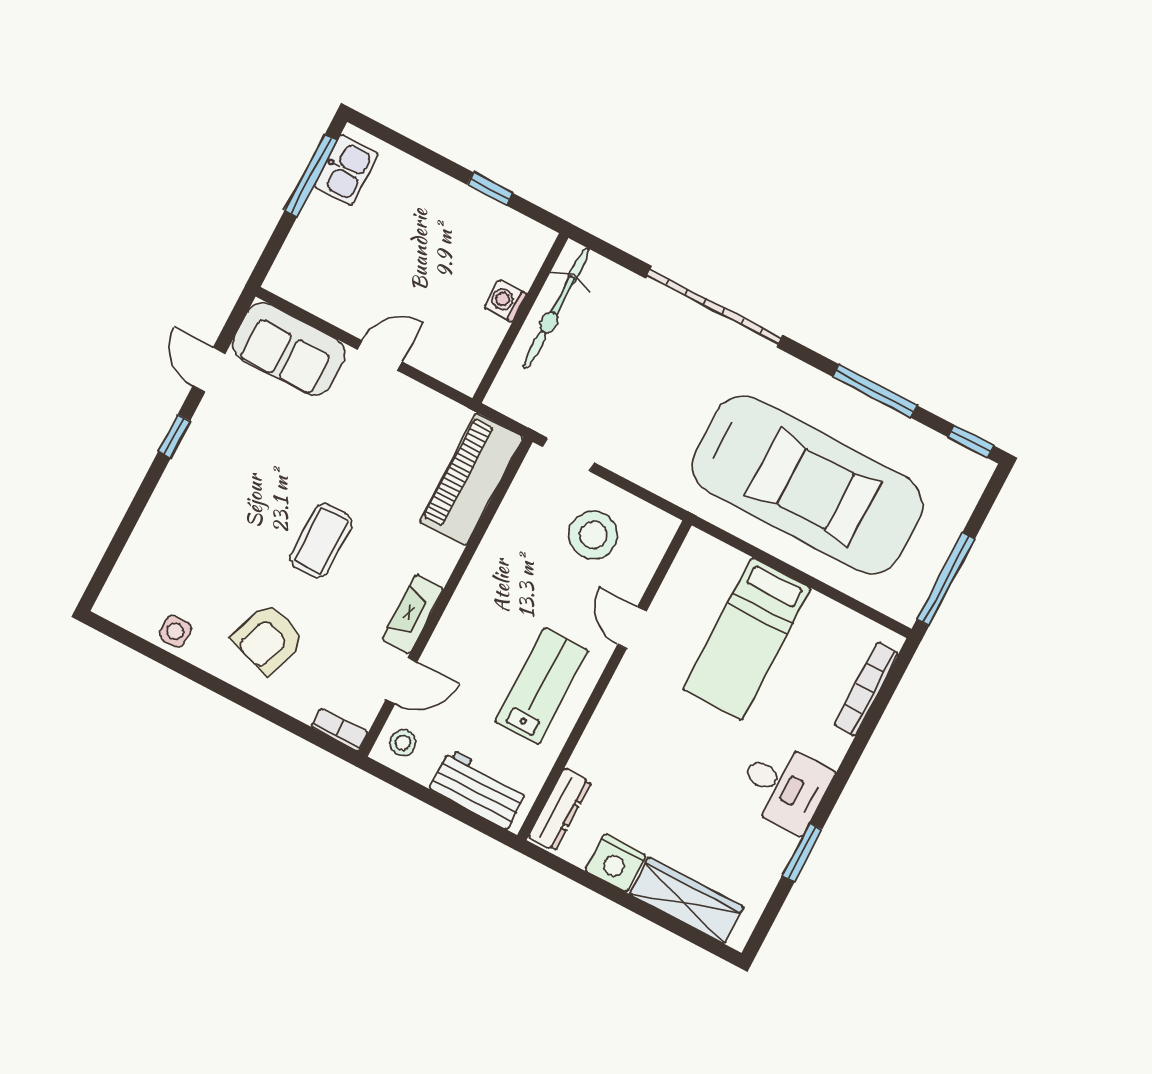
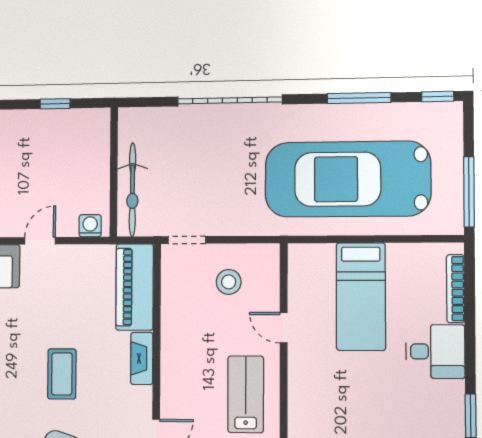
washing machine: (505, 301) -> (90, 226), moved, turned 90
bicycle: (556, 308) -> (132, 190), moved
car: (807, 485) -> (348, 179), turned 180
stool: (593, 535) -> (229, 282), width x0.73, depth x0.73
fireplace: (413, 614) -> (142, 358), moved
desk: (784, 786) -> (435, 351), moved

